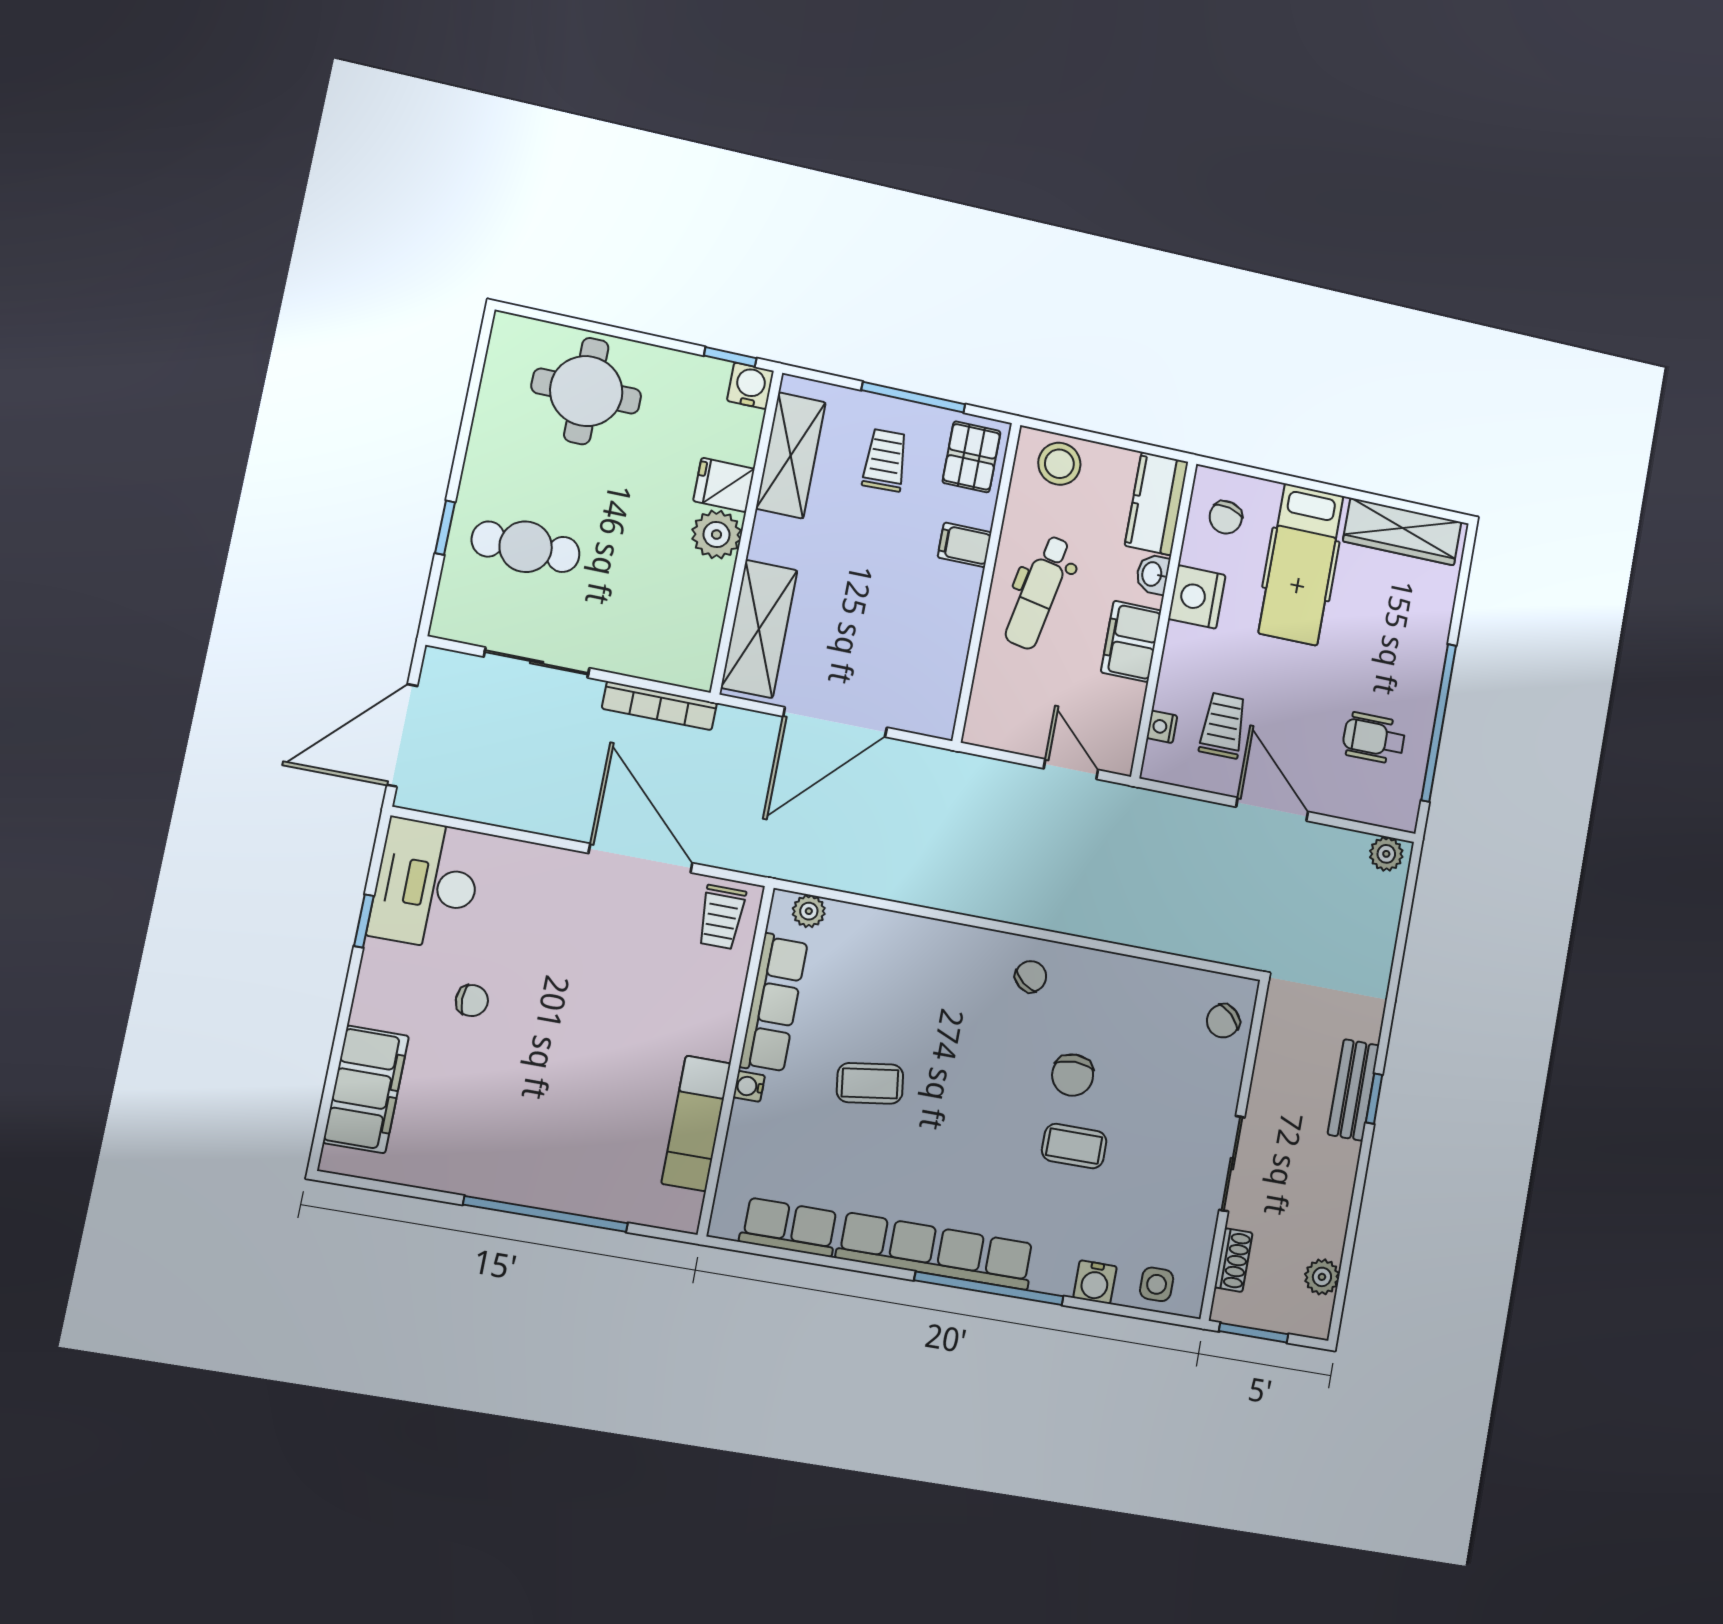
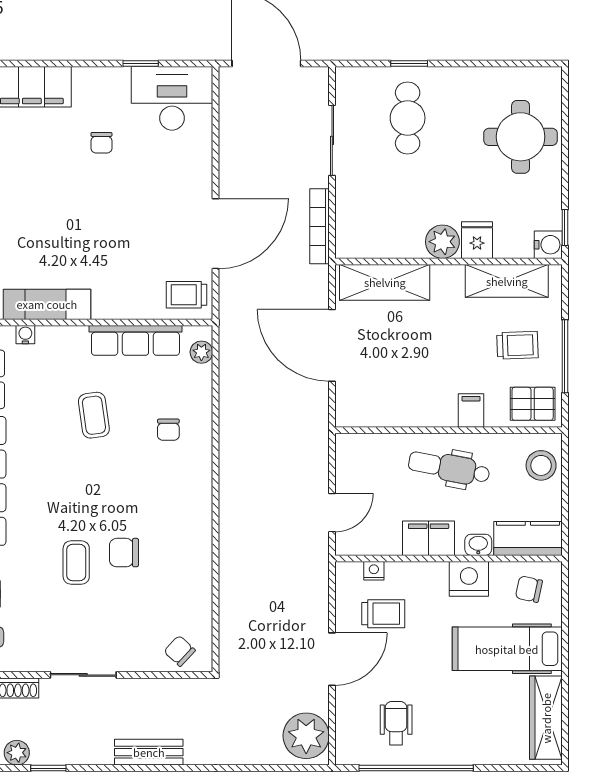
plant: (1386, 854) -> (306, 736), width x1.88, depth x1.88
chair: (1031, 977) -> (168, 430), moved, turned 52
water cooler: (749, 1086) -> (25, 335), moved
window: (1374, 1099) -> (48, 768), moved

